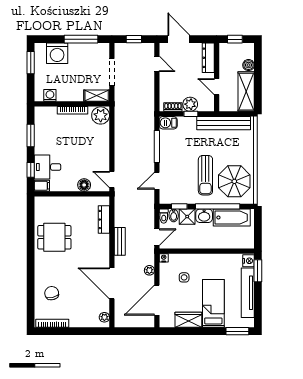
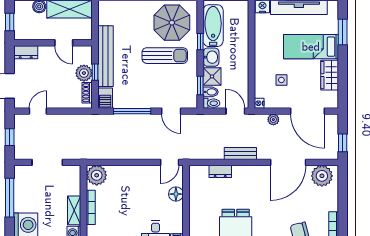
dresser: (208, 58) -> (26, 52), width x0.70
door: (217, 87) -> (64, 43), hinge flipped
shelving: (97, 96) -> (74, 210), moved
bench: (224, 123) -> (105, 56), moved
window: (218, 206) -> (200, 42), width x0.32
dresser: (104, 220) -> (220, 171), width x0.70
plant: (104, 317) -> (322, 176), width x1.87, depth x1.87
window: (129, 331) -> (343, 143), added
window: (237, 331) -> (343, 32), moved

